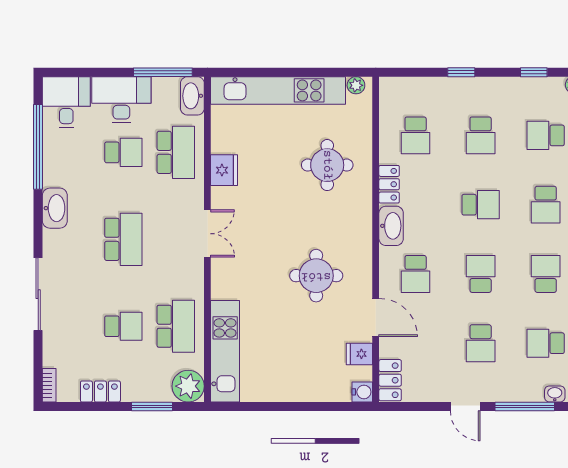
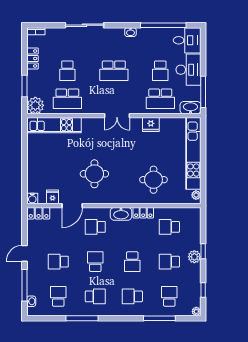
plant: (471, 88) -> (194, 257), added
washbasin: (55, 208) -> (130, 32), width x0.52, depth x0.69
school desk: (481, 274) -> (95, 262), turned -90

